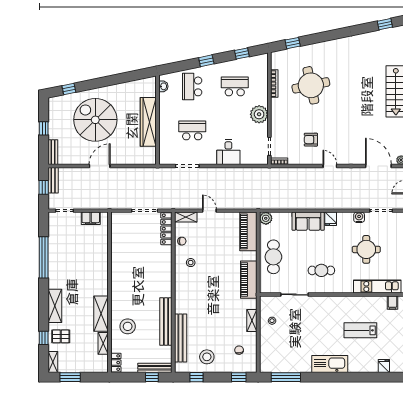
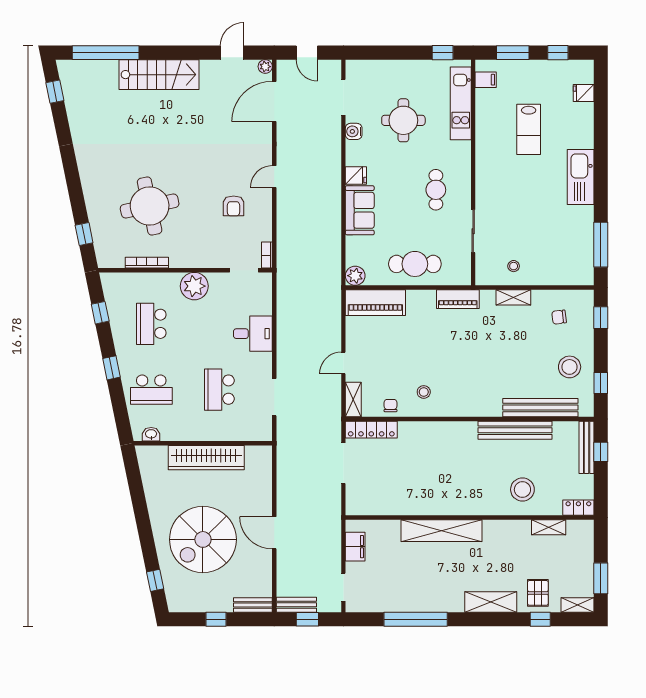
piano: (249, 280) -> (458, 299), width x0.73, depth x0.75
shelving: (101, 314) -> (442, 531), moved, width x1.47

